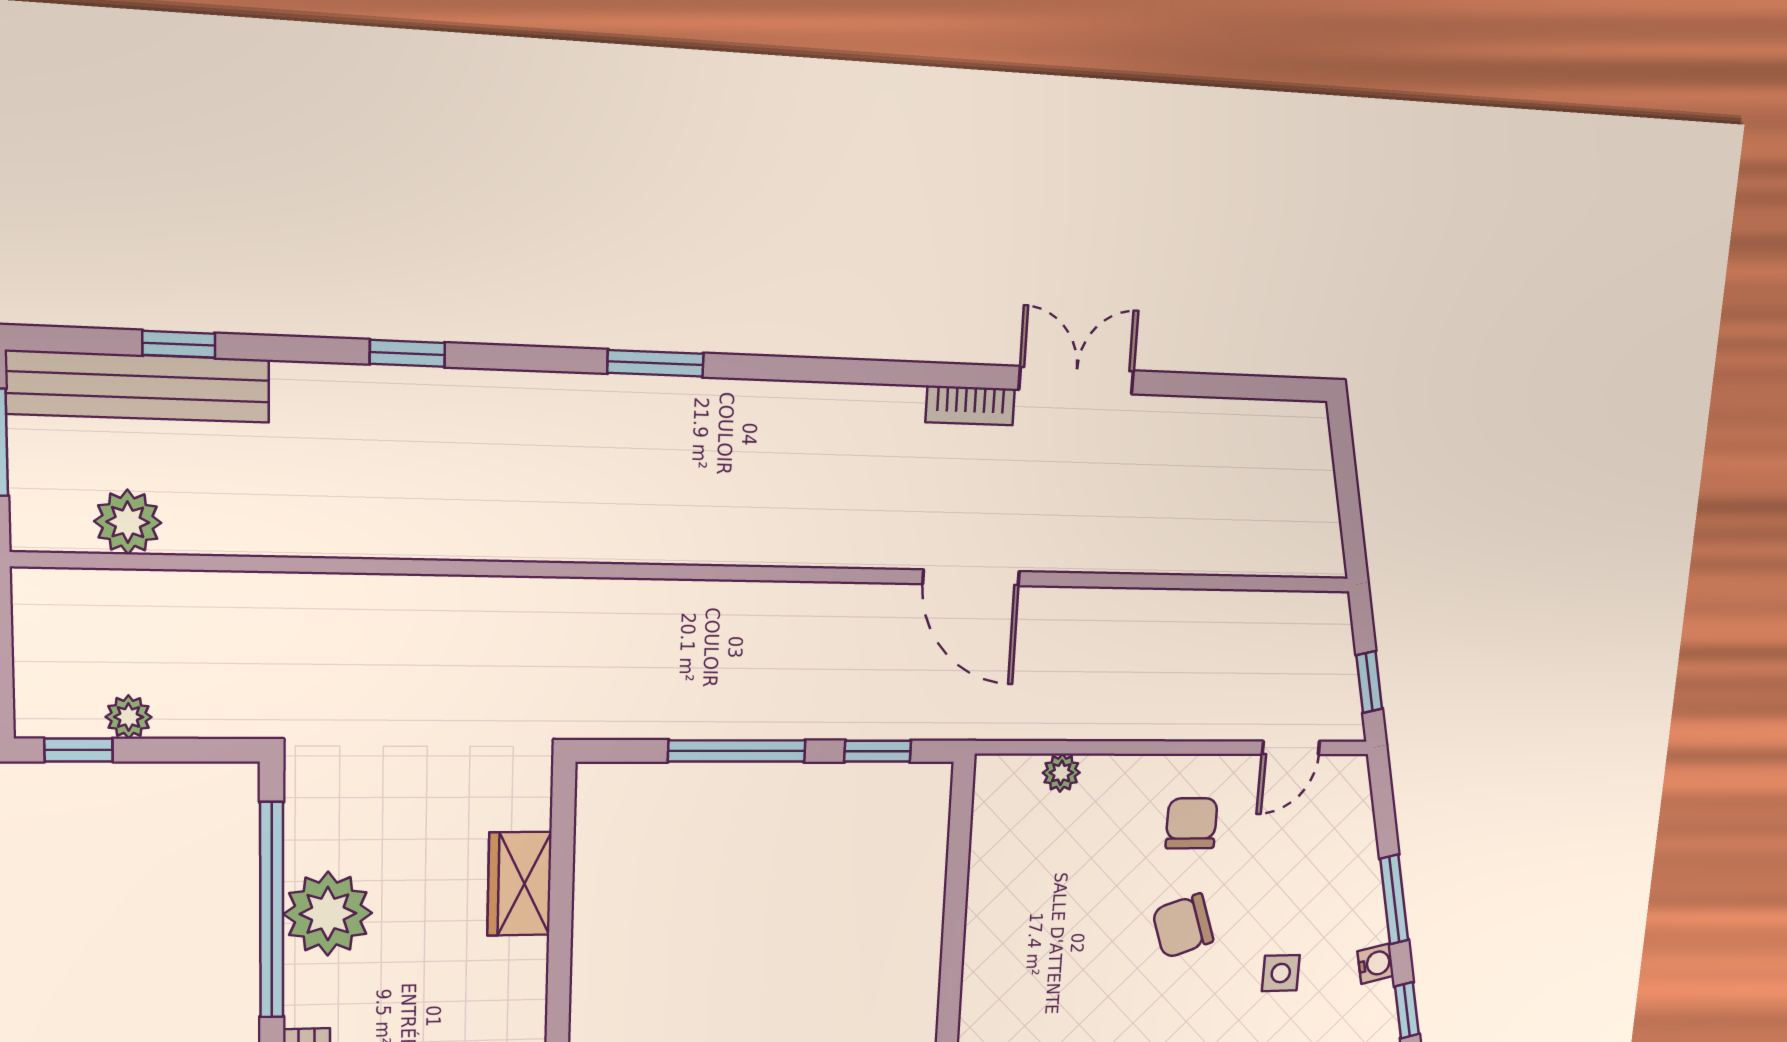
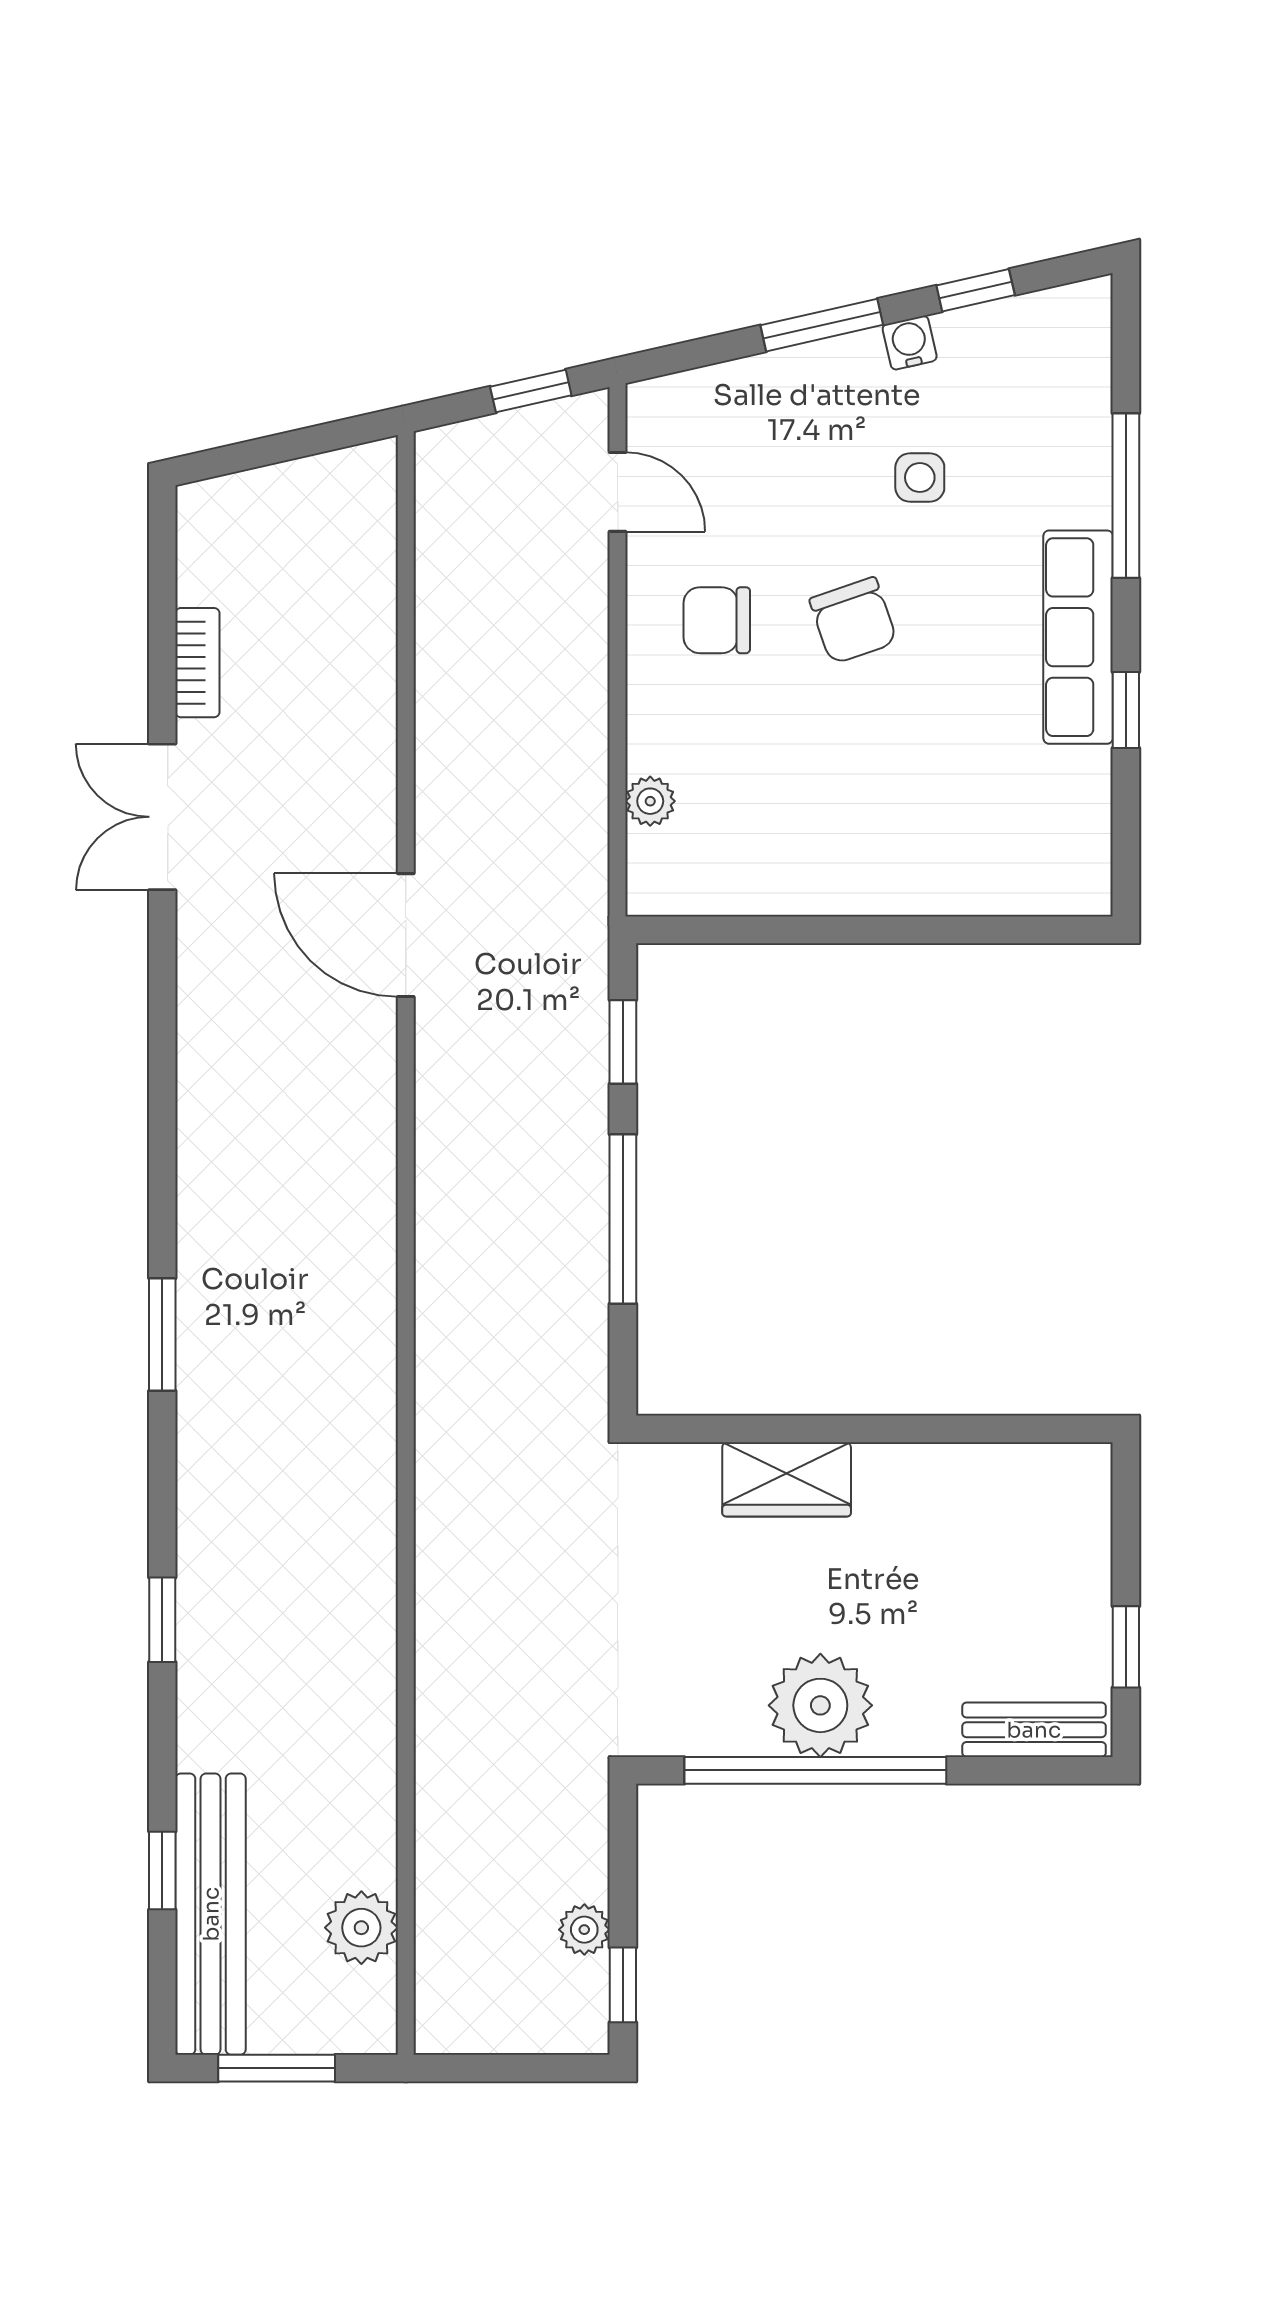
bookcase: (970, 406) -> (197, 663), moved
door: (971, 578) -> (406, 935), swing flipped

